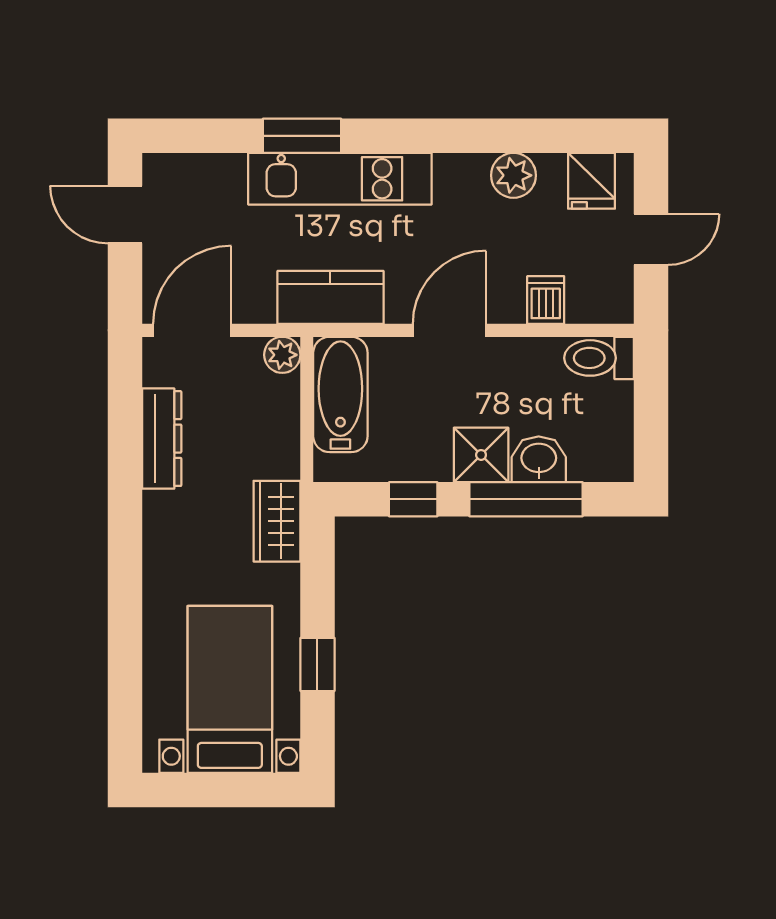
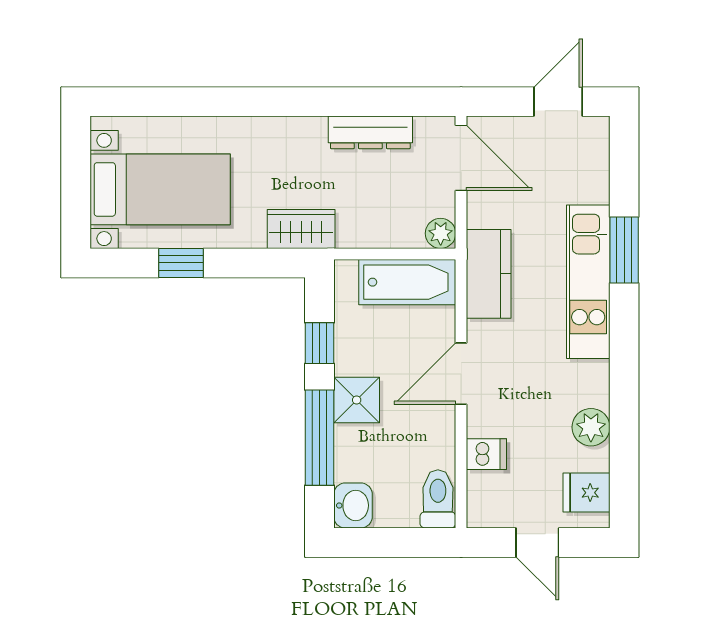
door: (450, 330) -> (461, 374), swing flipped
washbasin: (539, 459) -> (353, 505), moved

